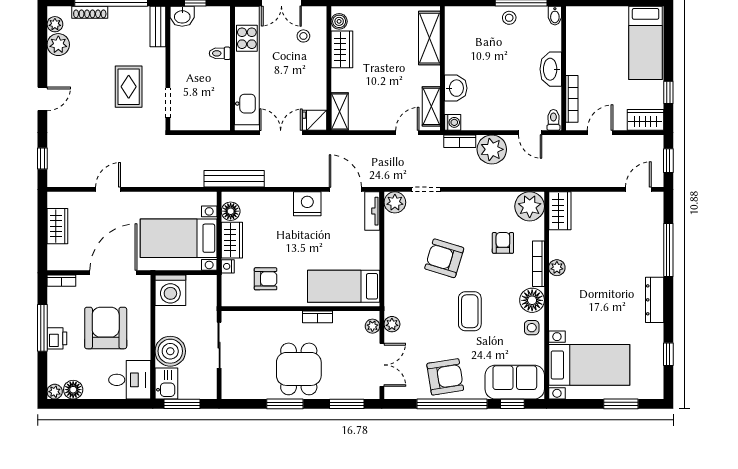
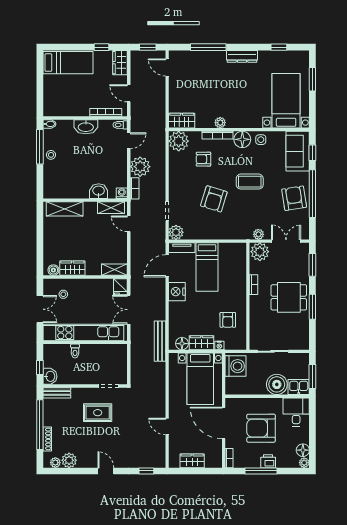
armchair: (266, 279) -> (228, 320), turned 180
bed: (344, 286) -> (207, 267), moved
washing machine: (170, 290) -> (236, 366), moved
plant: (372, 326) -> (260, 252), width x1.88, depth x1.88

